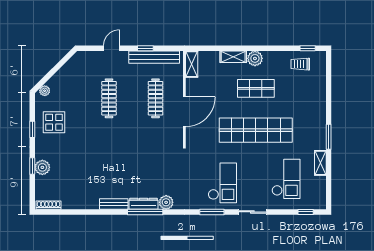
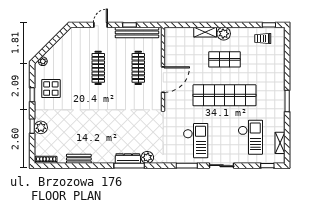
shelving: (192, 64) -> (169, 39), removed
shelving: (320, 163) -> (280, 143), moved
bench: (114, 204) -> (79, 159), moved

